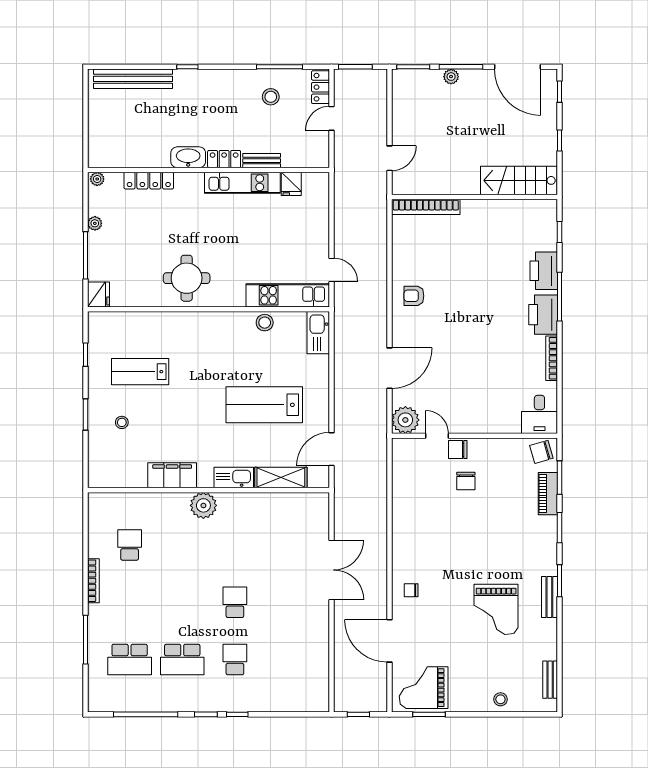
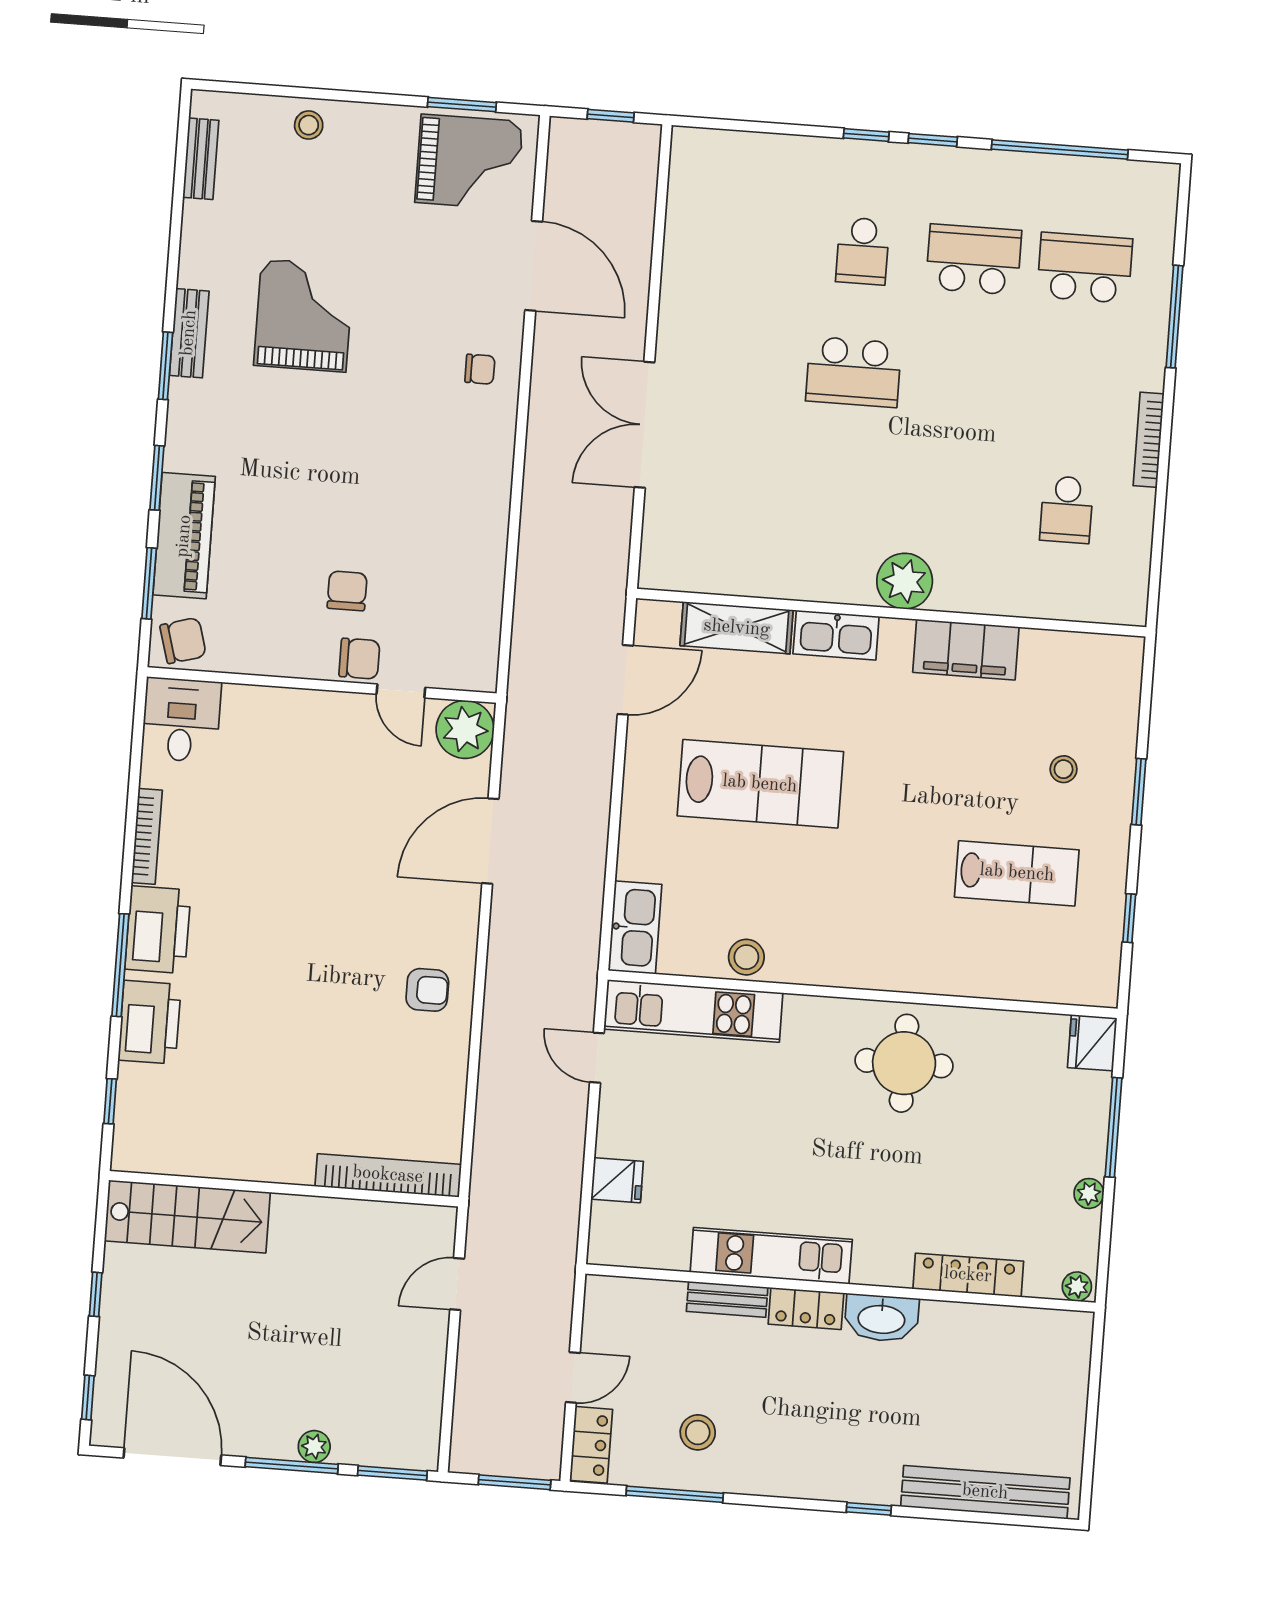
fridge: (291, 184) -> (617, 1180), moved, turned 90
piano: (548, 494) -> (184, 536), width x1.37, depth x1.33
school desk: (235, 602) -> (853, 372), width x1.85

